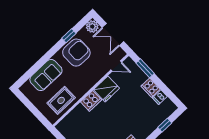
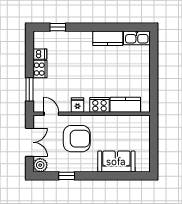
armchair: (76, 53) -> (77, 139), moved, turned 180
fridge: (106, 89) -> (77, 105), width x0.53, depth x0.75
rug: (61, 100) -> (124, 129), removed
kitchen counter: (75, 117) -> (125, 105), added

